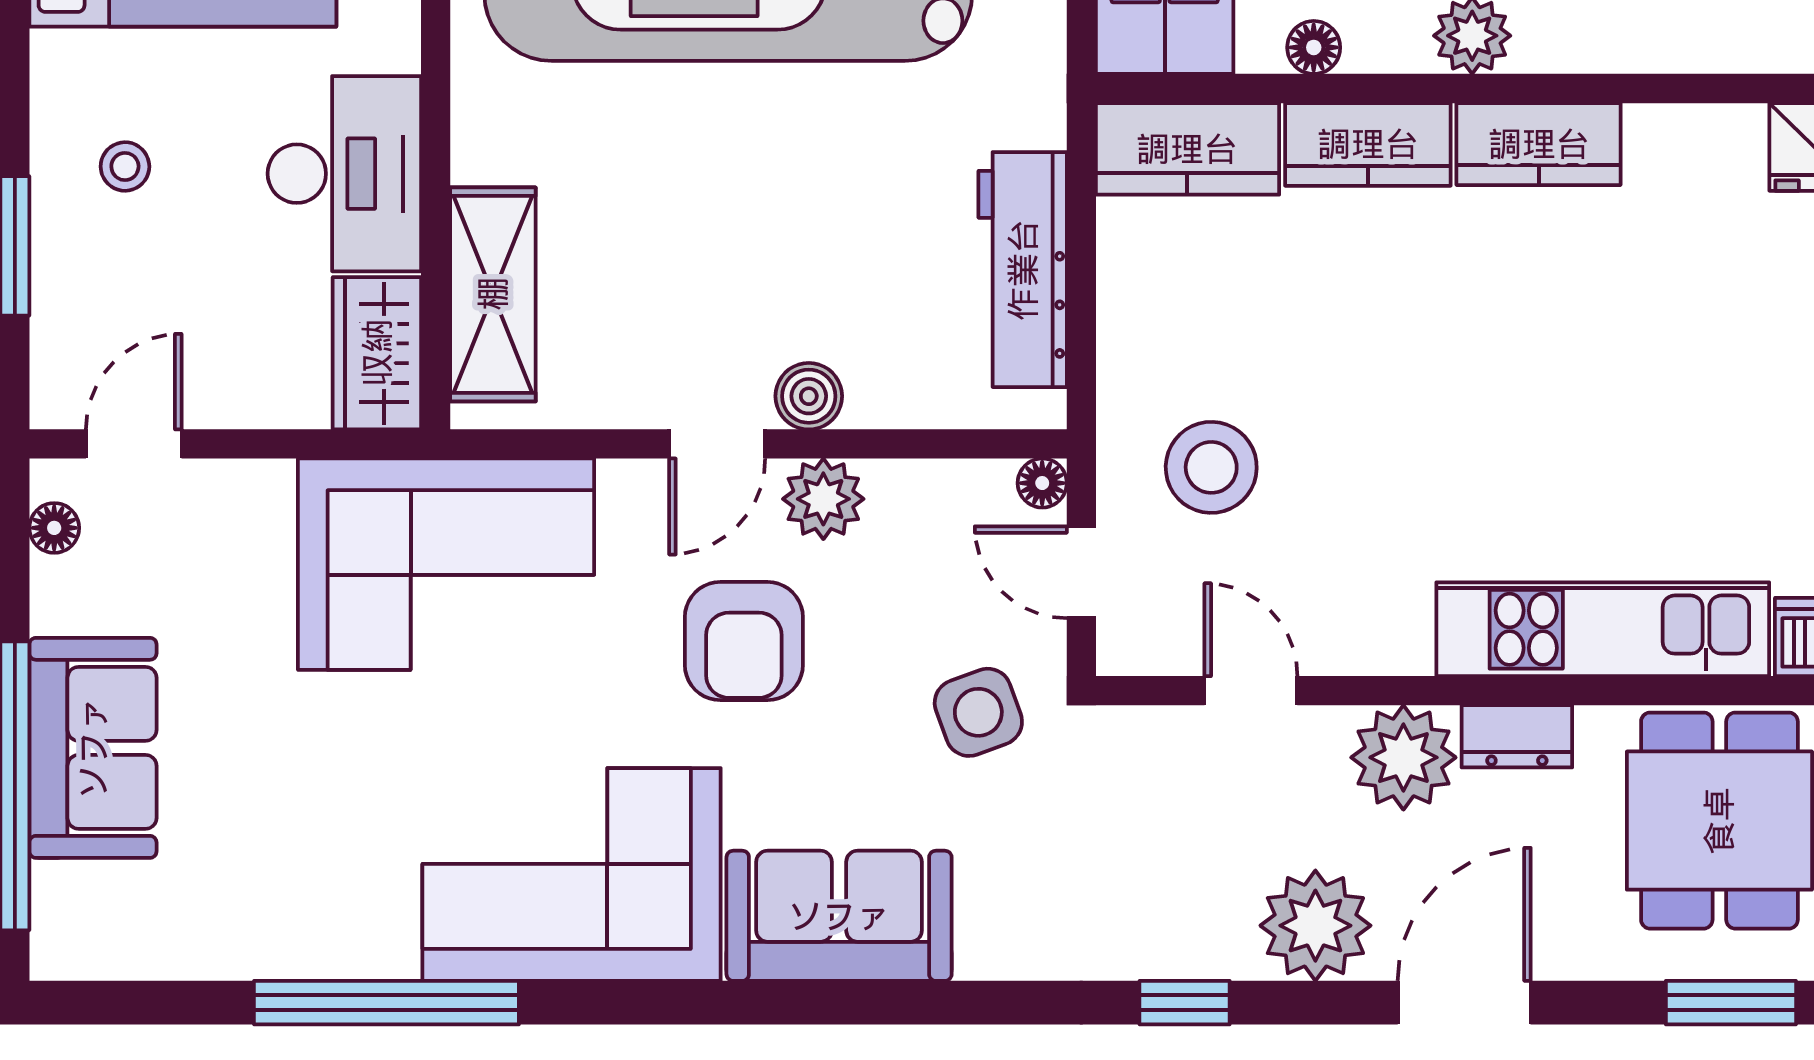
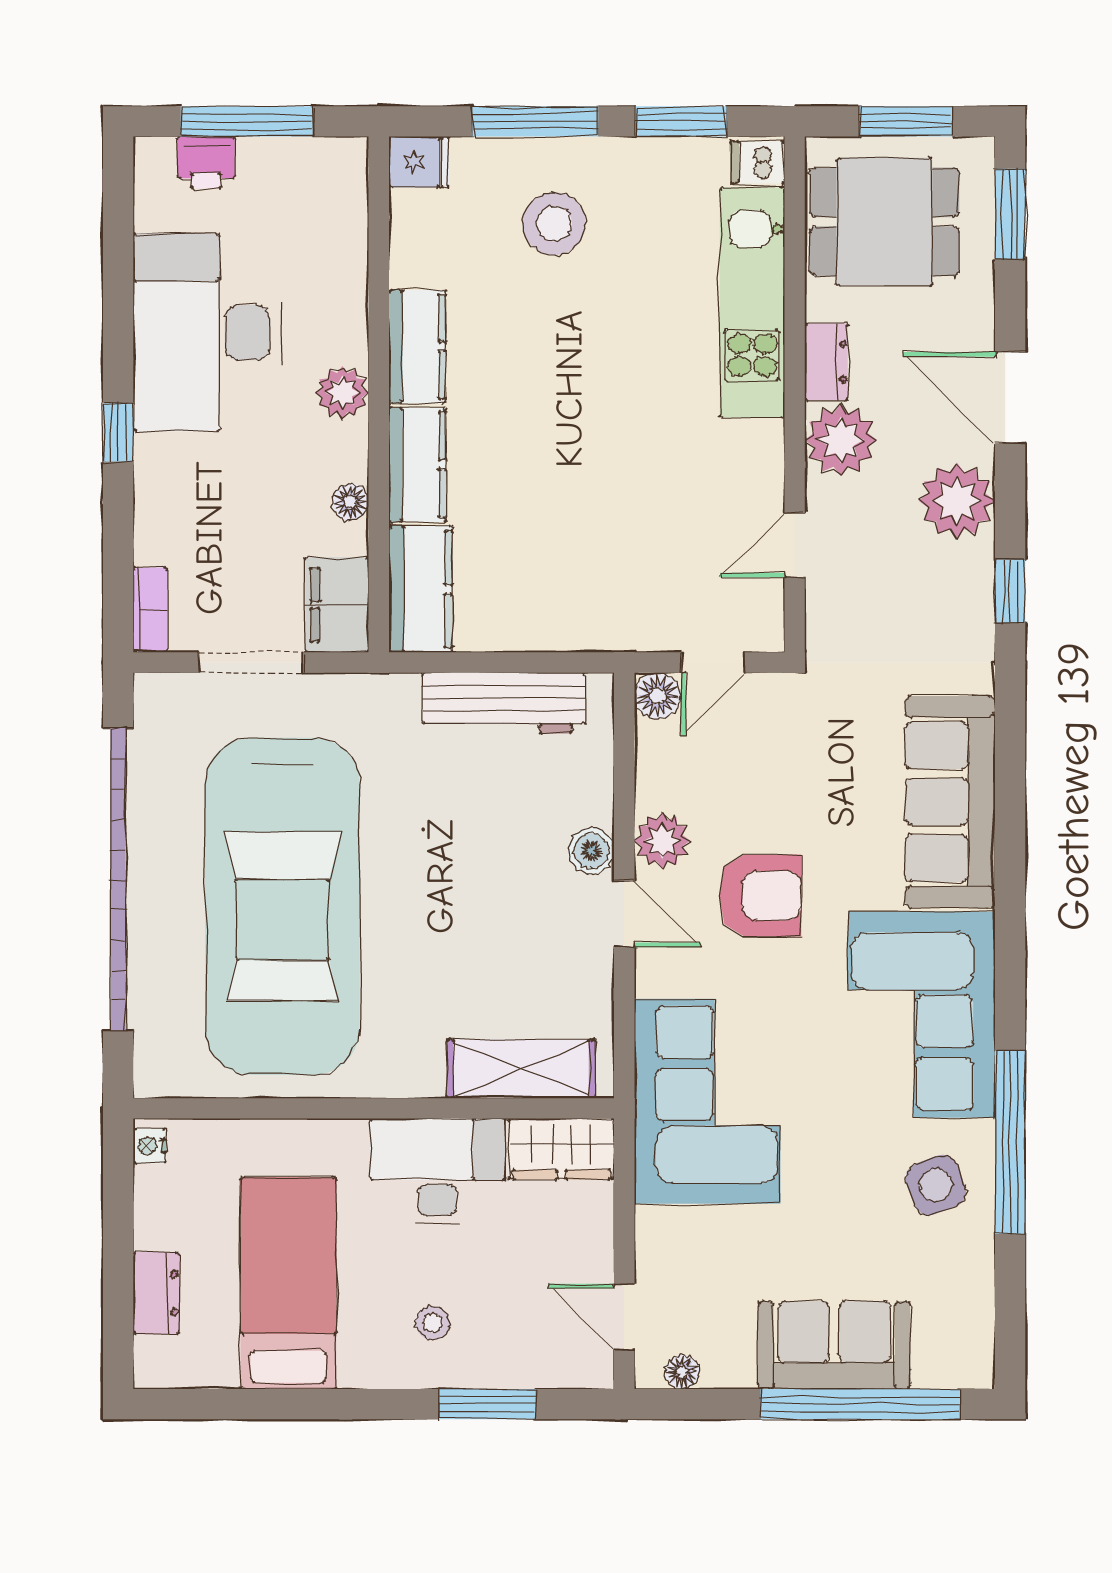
stool: (1211, 467) -> (554, 224), moved
floor lamp: (1042, 483) -> (658, 696), width x1.37, depth x1.37
side table: (978, 712) -> (936, 1185), moved
sofa: (839, 916) -> (950, 802), width x1.36

